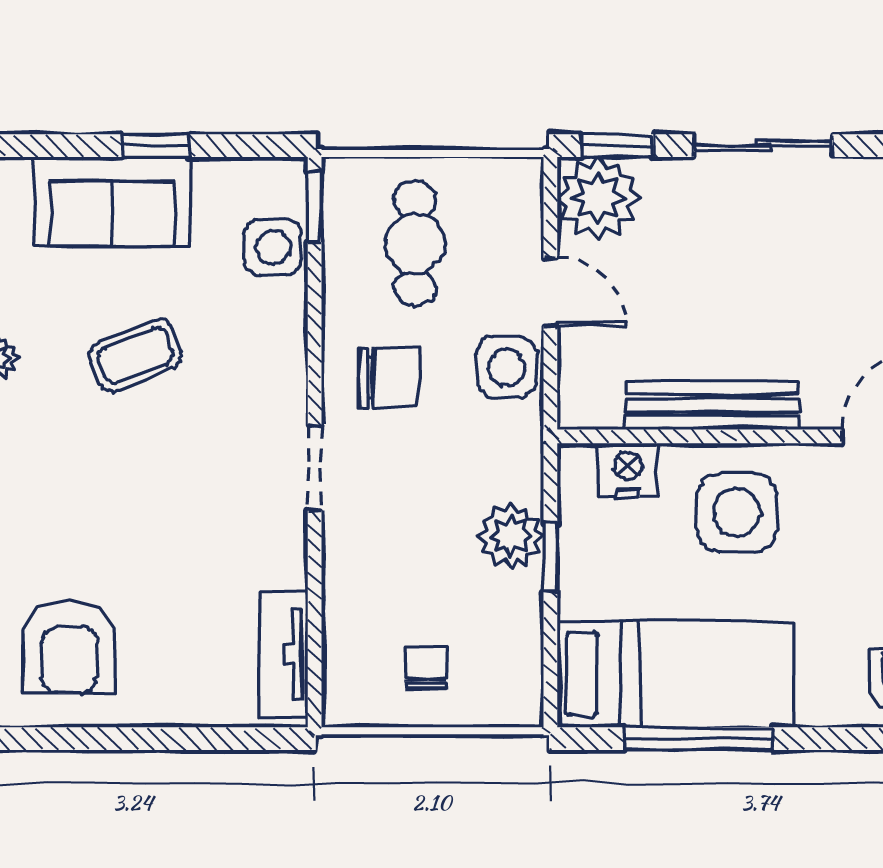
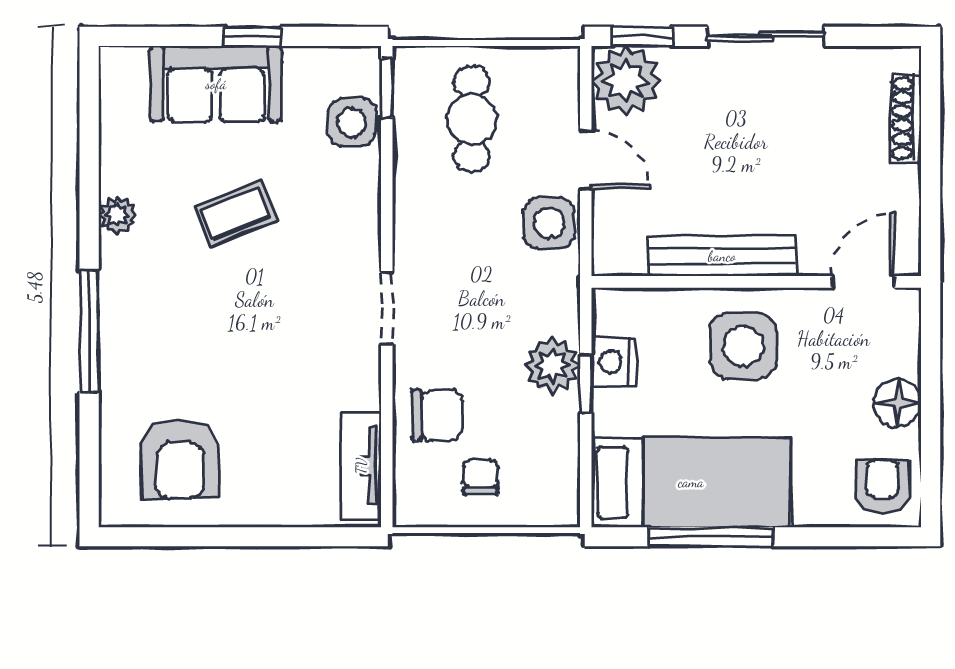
chair: (389, 378) -> (437, 415), moved
nightstand: (628, 470) -> (614, 361), moved, turned -90

